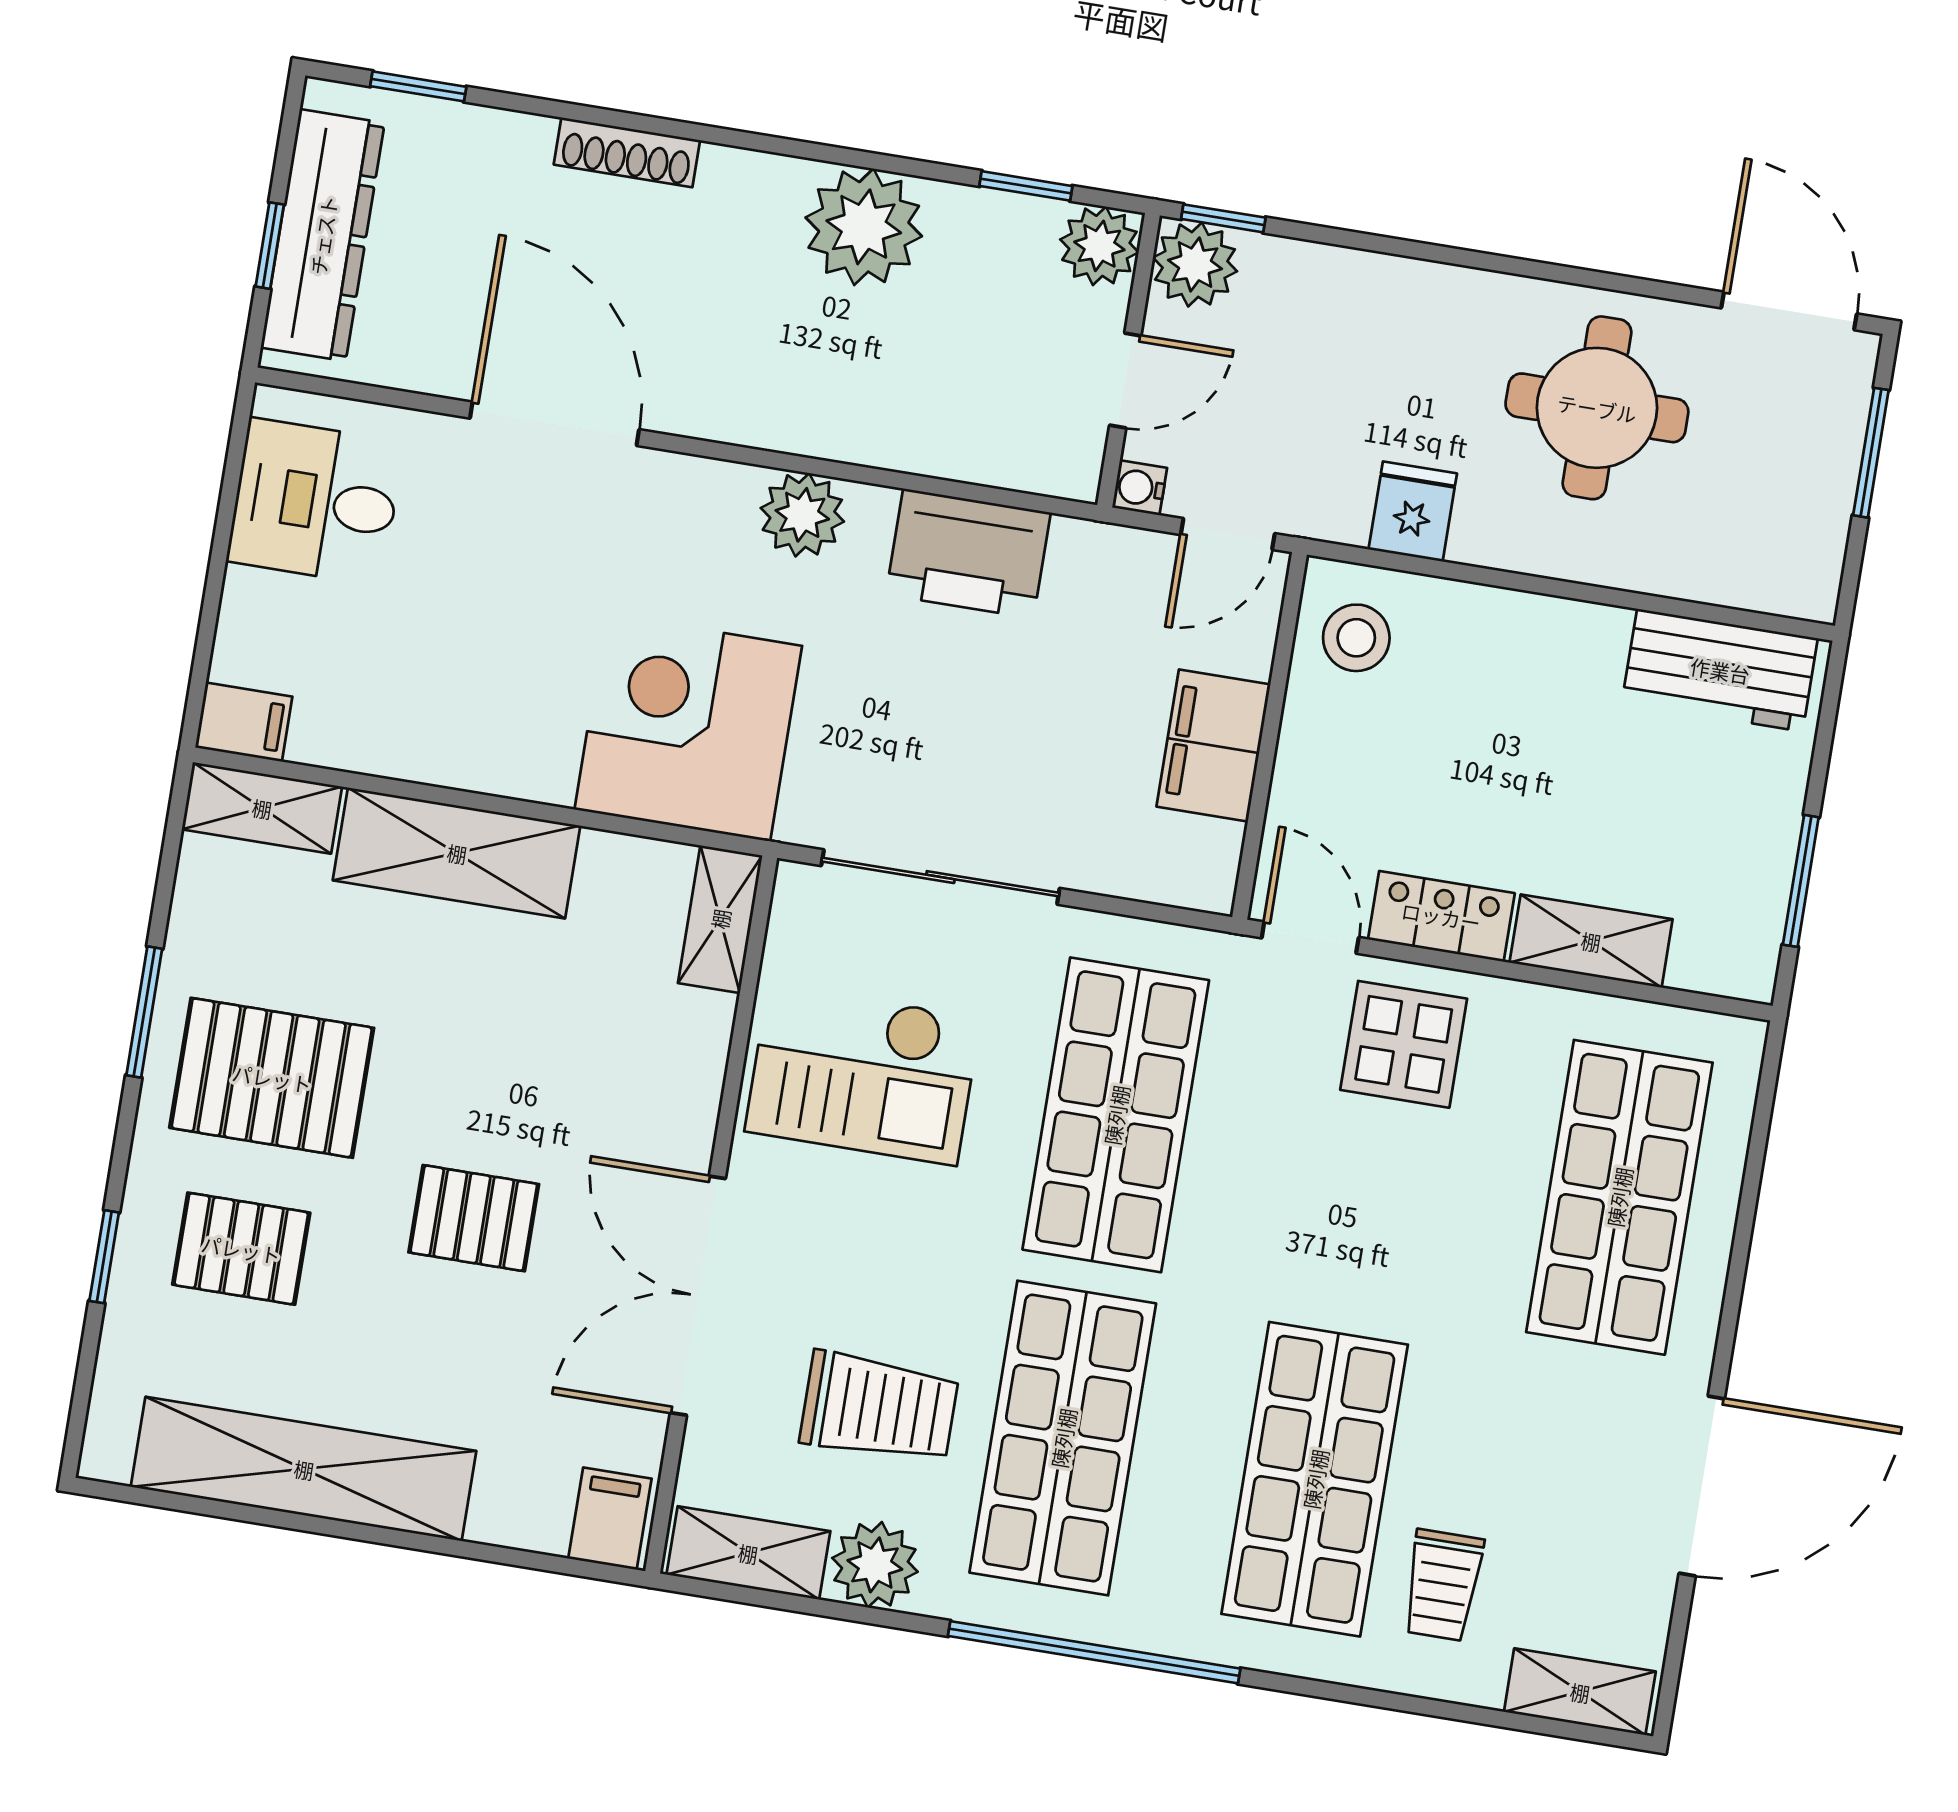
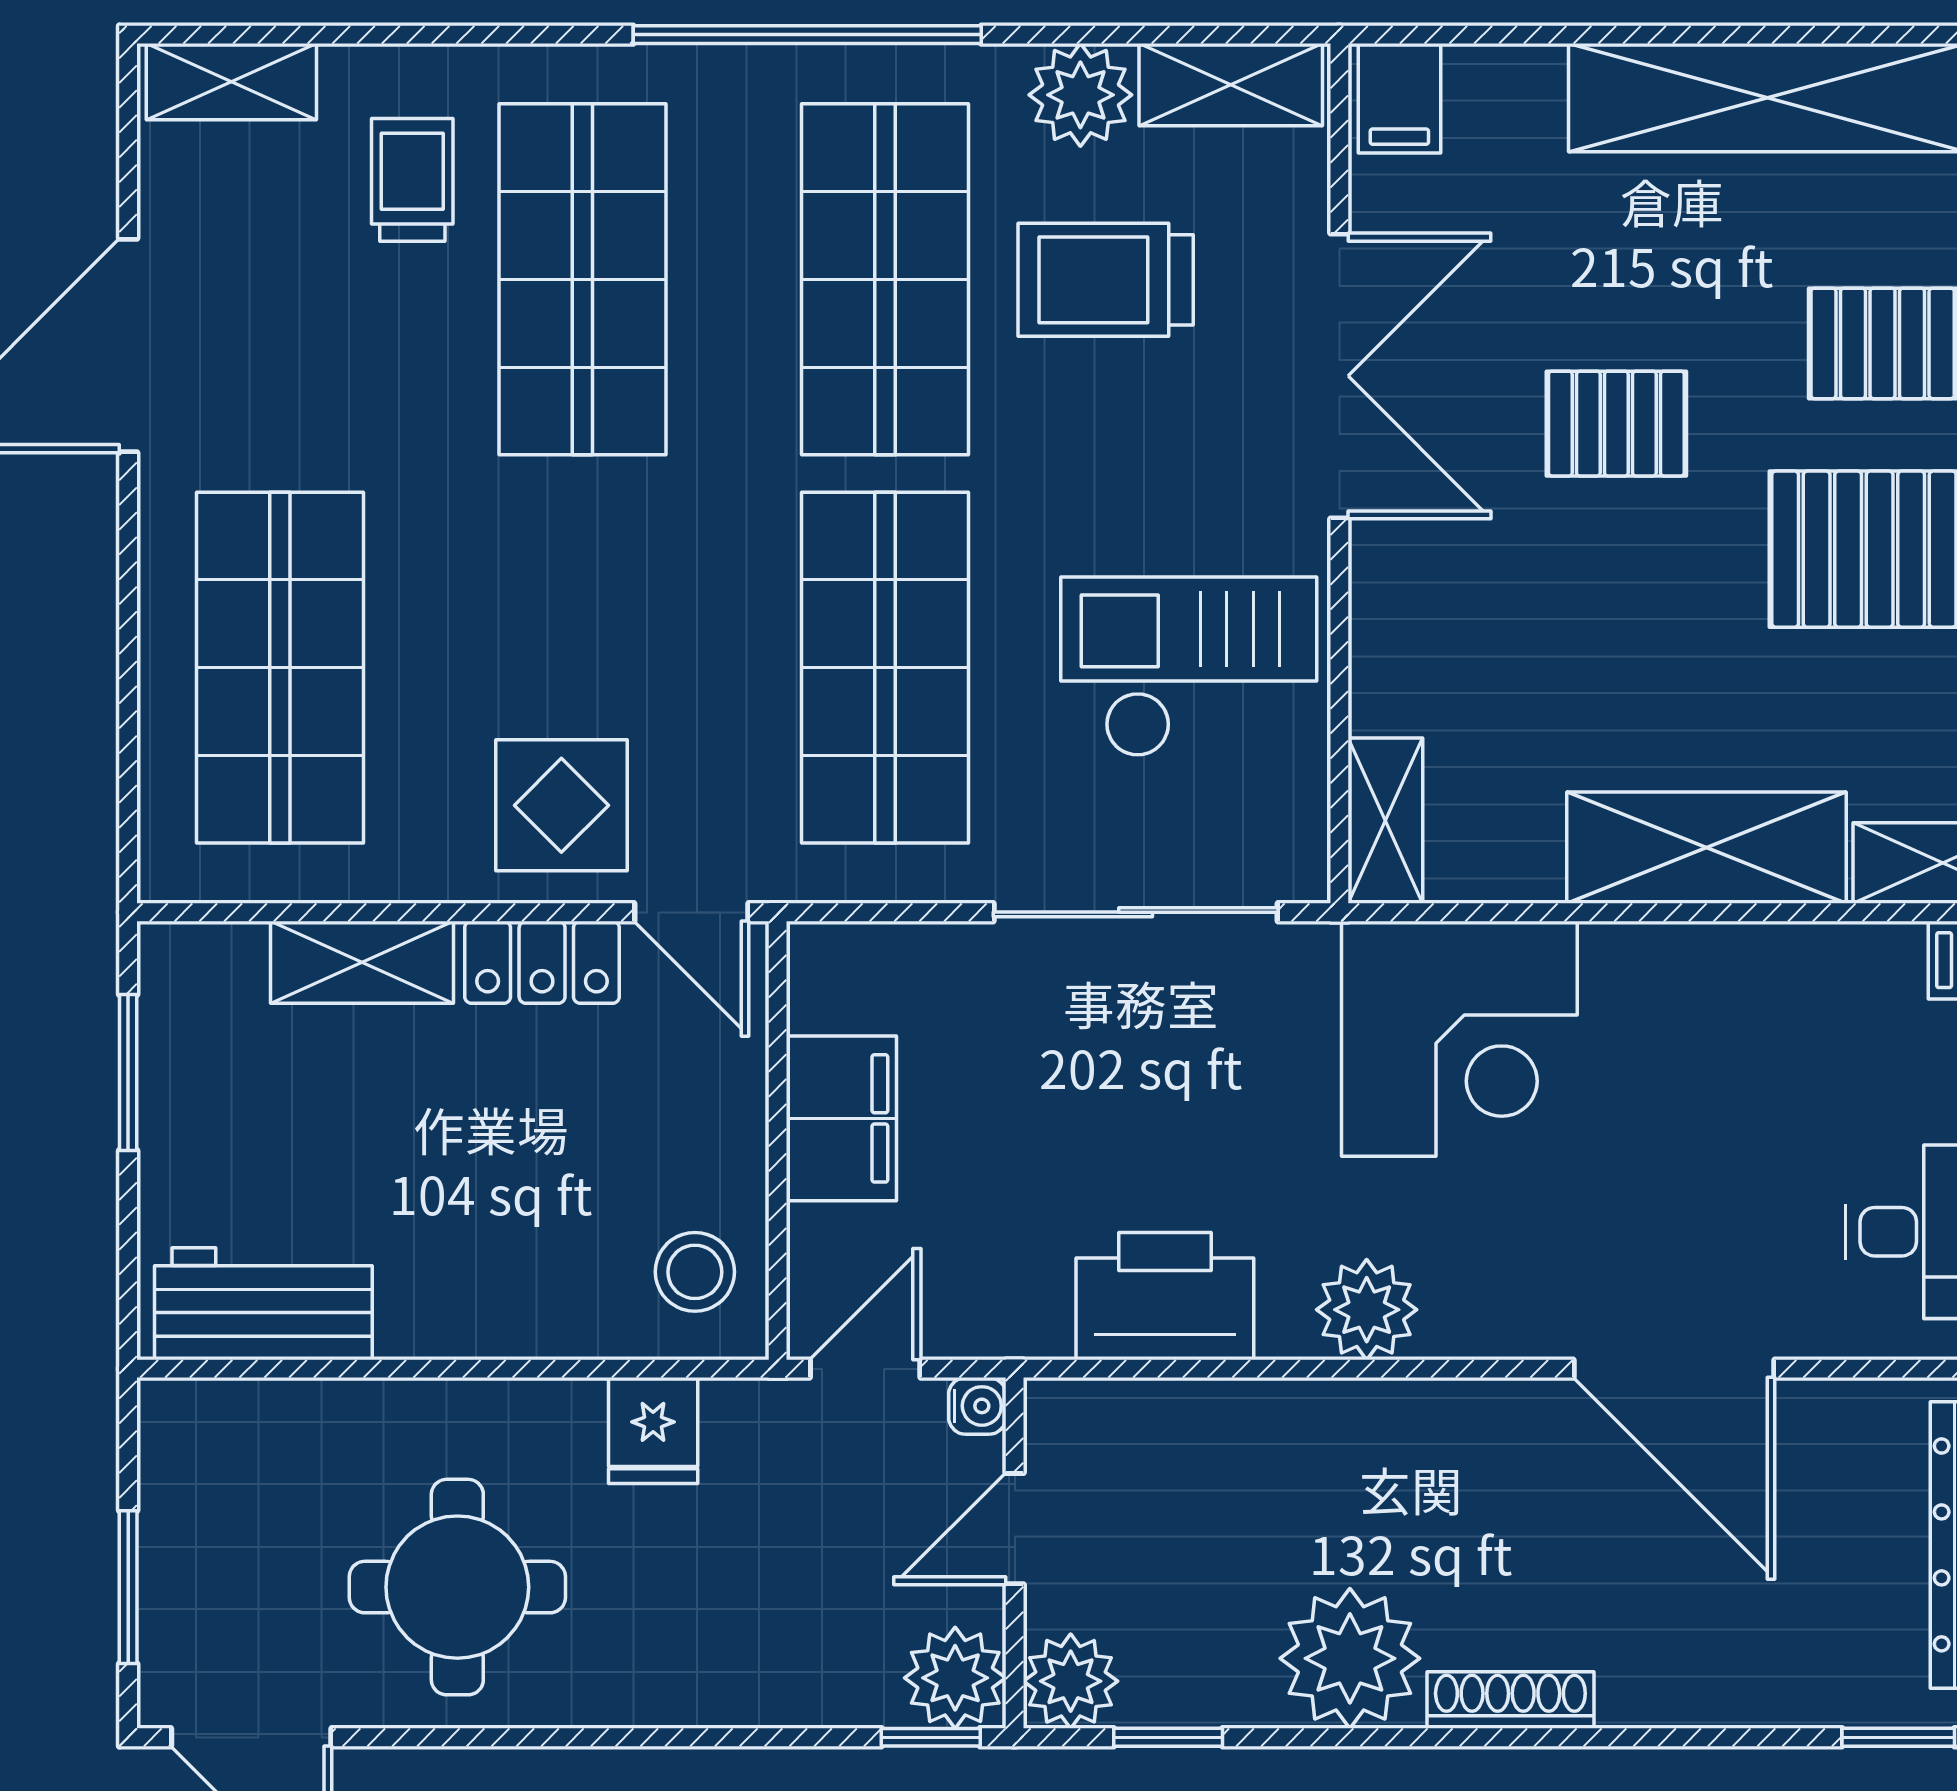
shoe rack: (627, 152) -> (1510, 1700), moved

